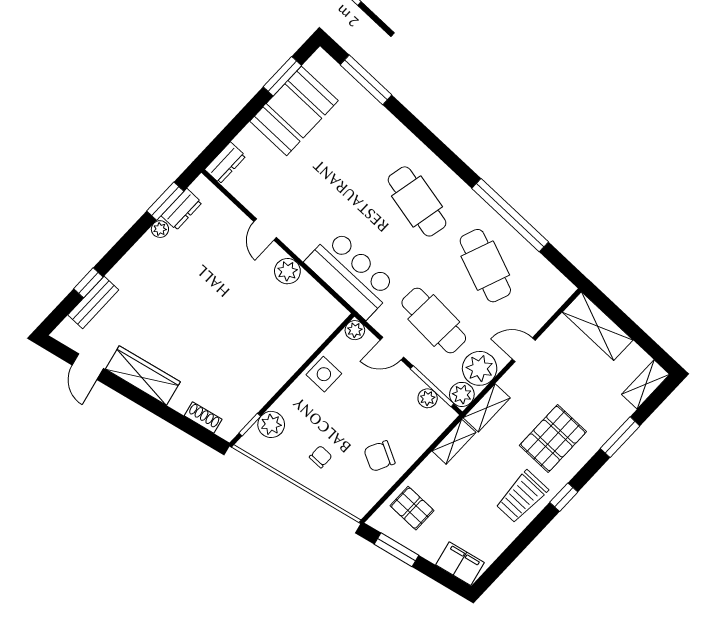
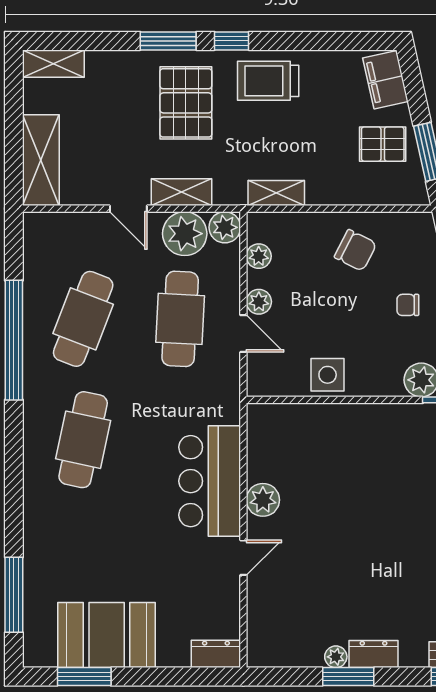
window: (165, 201) -> (348, 677), moved
dresser: (182, 209) -> (374, 654), moved
bar counter: (351, 274) -> (210, 481), moved
plant: (355, 330) -> (259, 302), moved
window: (432, 386) -> (243, 263), removed
shelving: (487, 408) -> (181, 192), moved
window: (620, 437) -> (168, 41), moved
pallet: (553, 439) -> (186, 103), turned 90
trolley: (522, 497) -> (268, 81), turned 180
pallet: (412, 508) -> (383, 144), moved, turned 90

